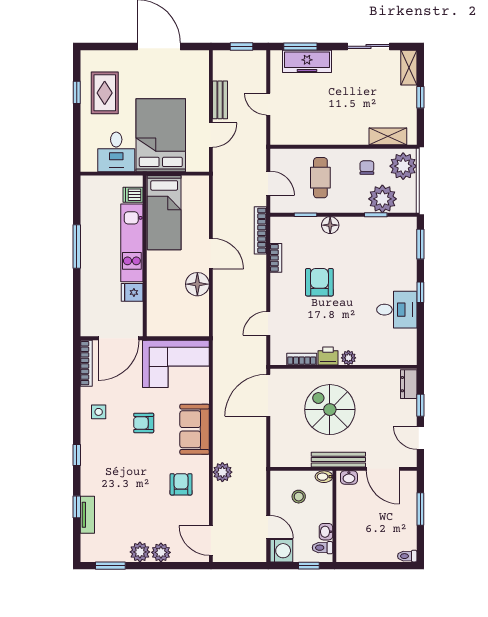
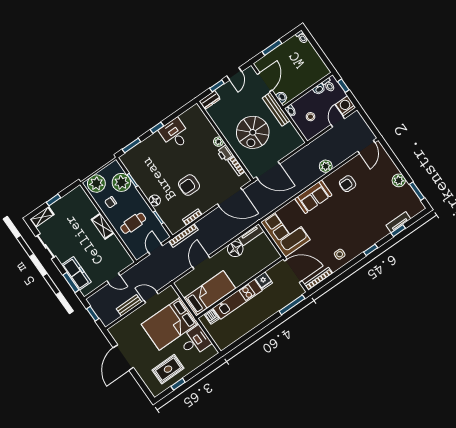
door: (268, 104) -> (113, 278), hinge flipped
shelving: (388, 136) -> (103, 226), moved
window: (77, 246) -> (292, 305), moved
door: (211, 254) -> (201, 262), moved
tv unit: (202, 317) -> (251, 235), added
door: (268, 323) -> (230, 197), width x1.87
armchair: (144, 423) -> (329, 226), removed
plant: (161, 552) -> (391, 169), removed

